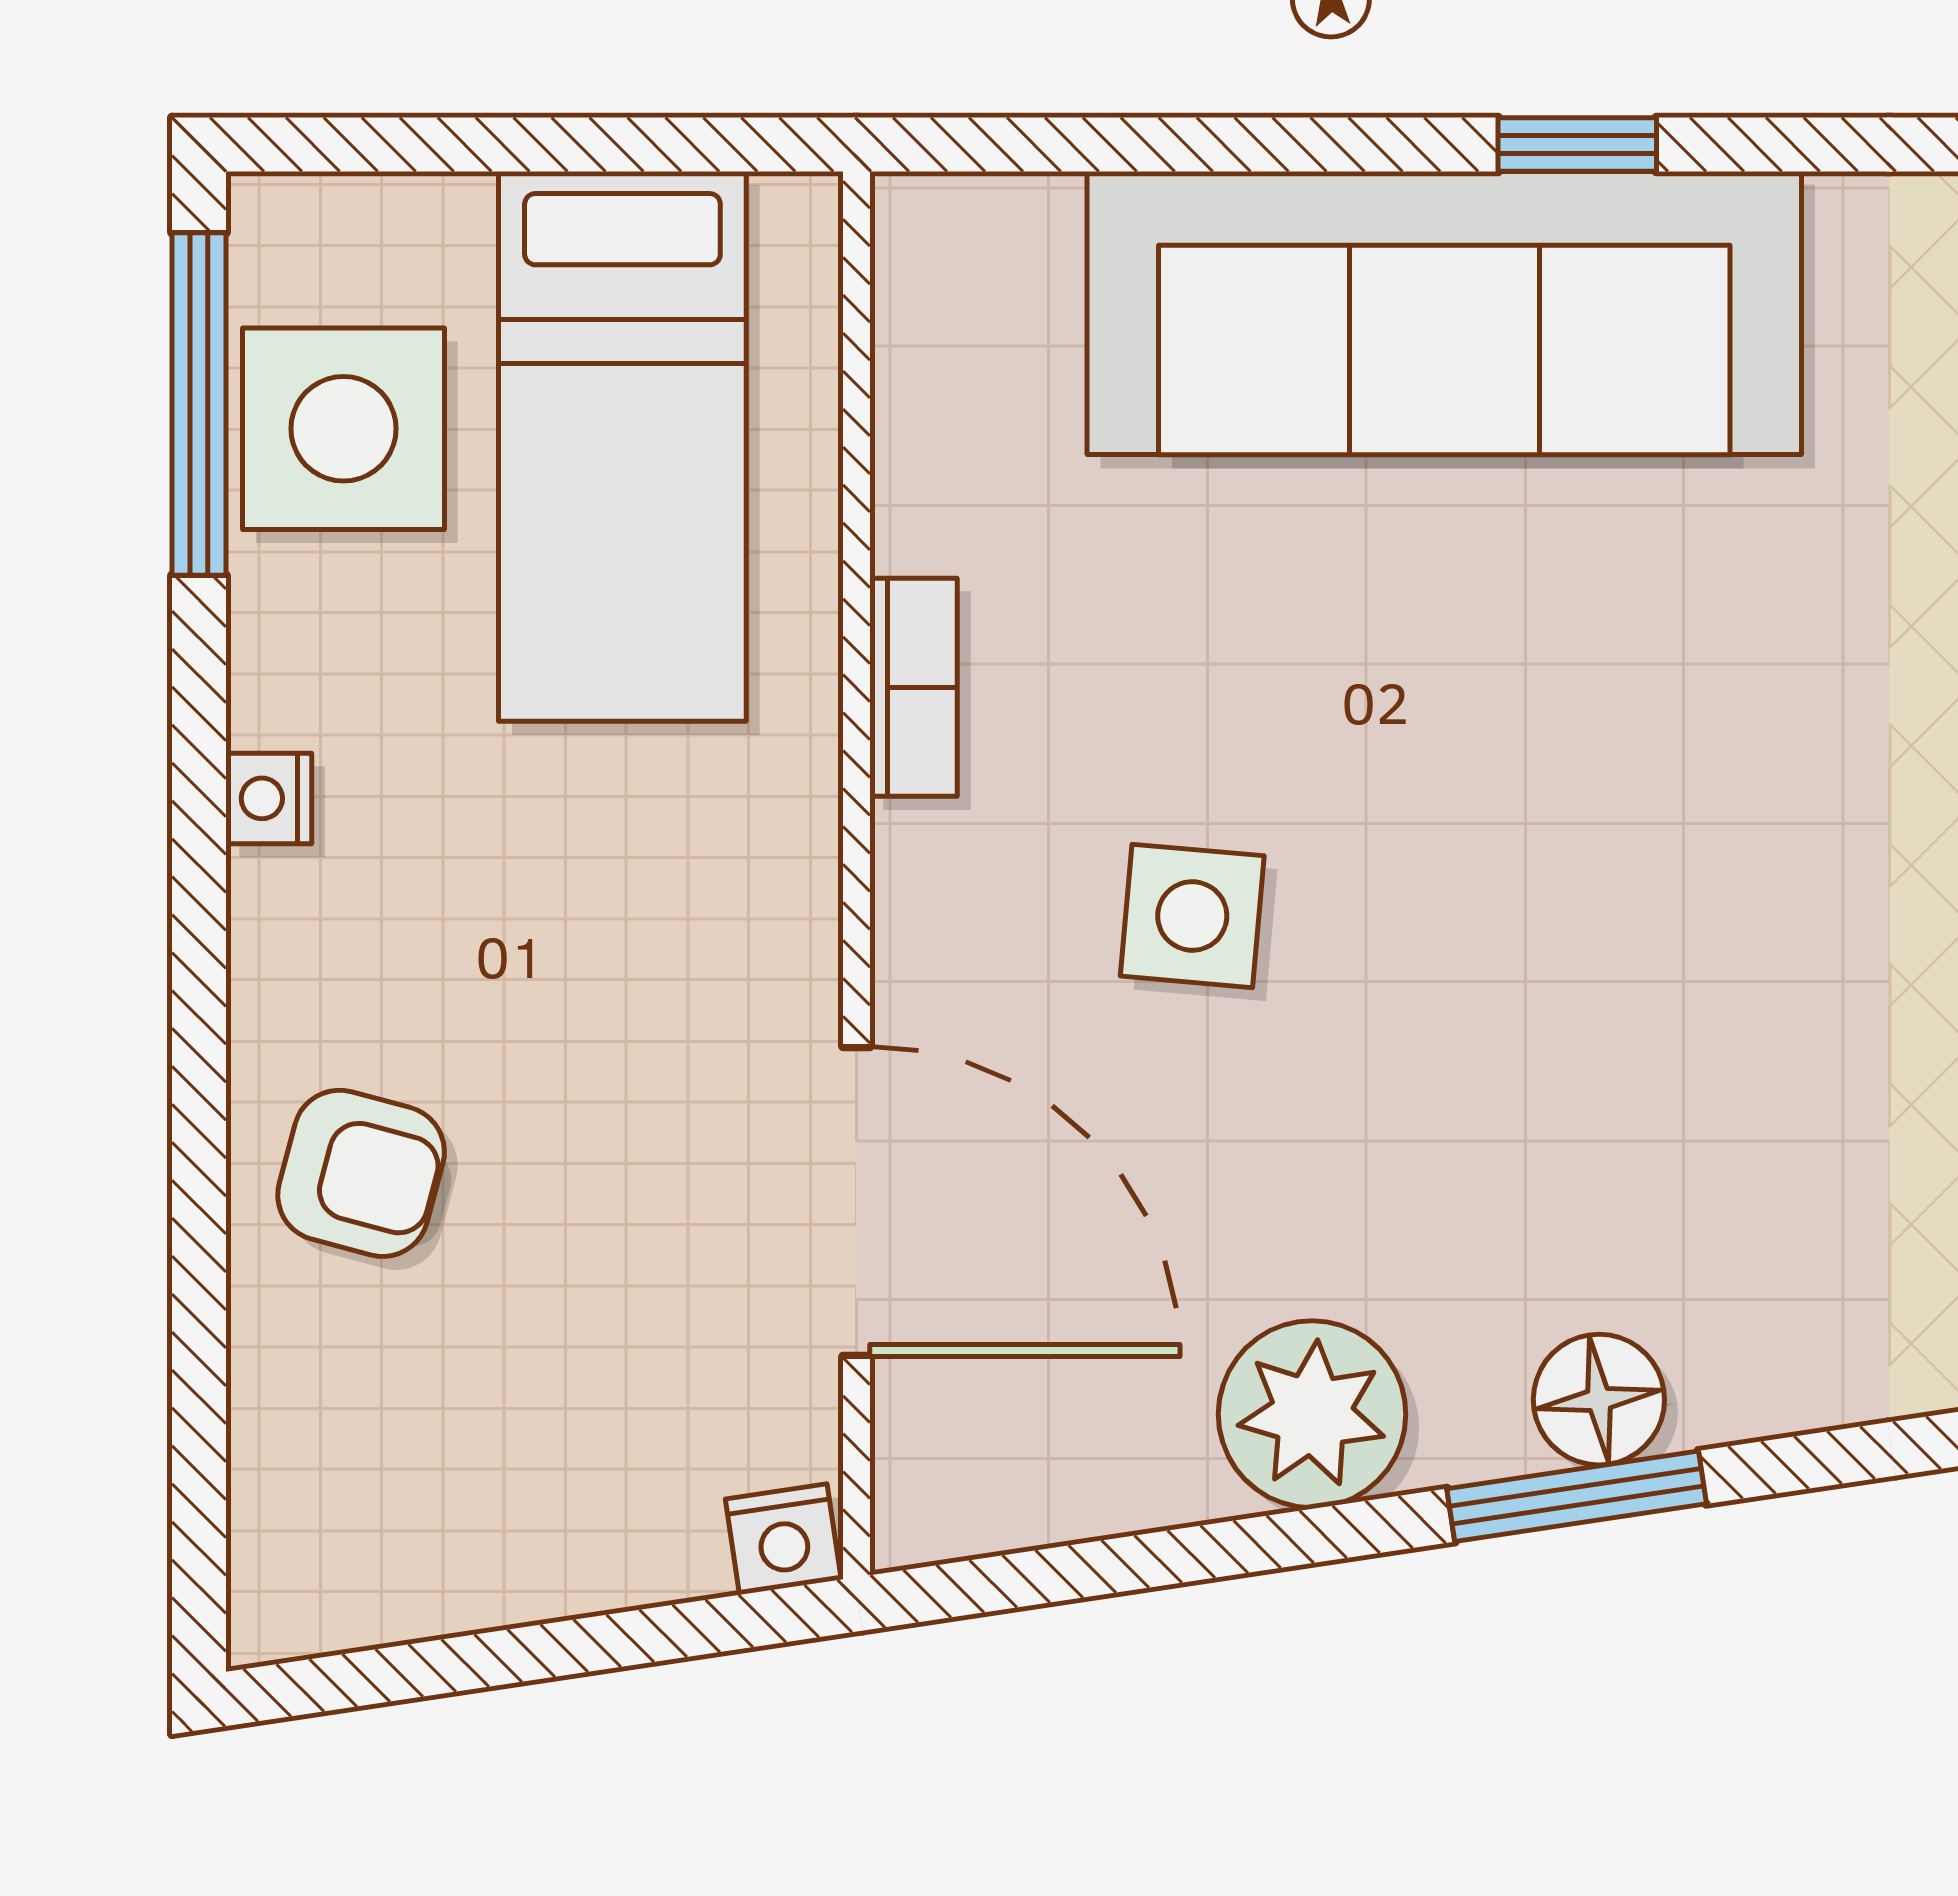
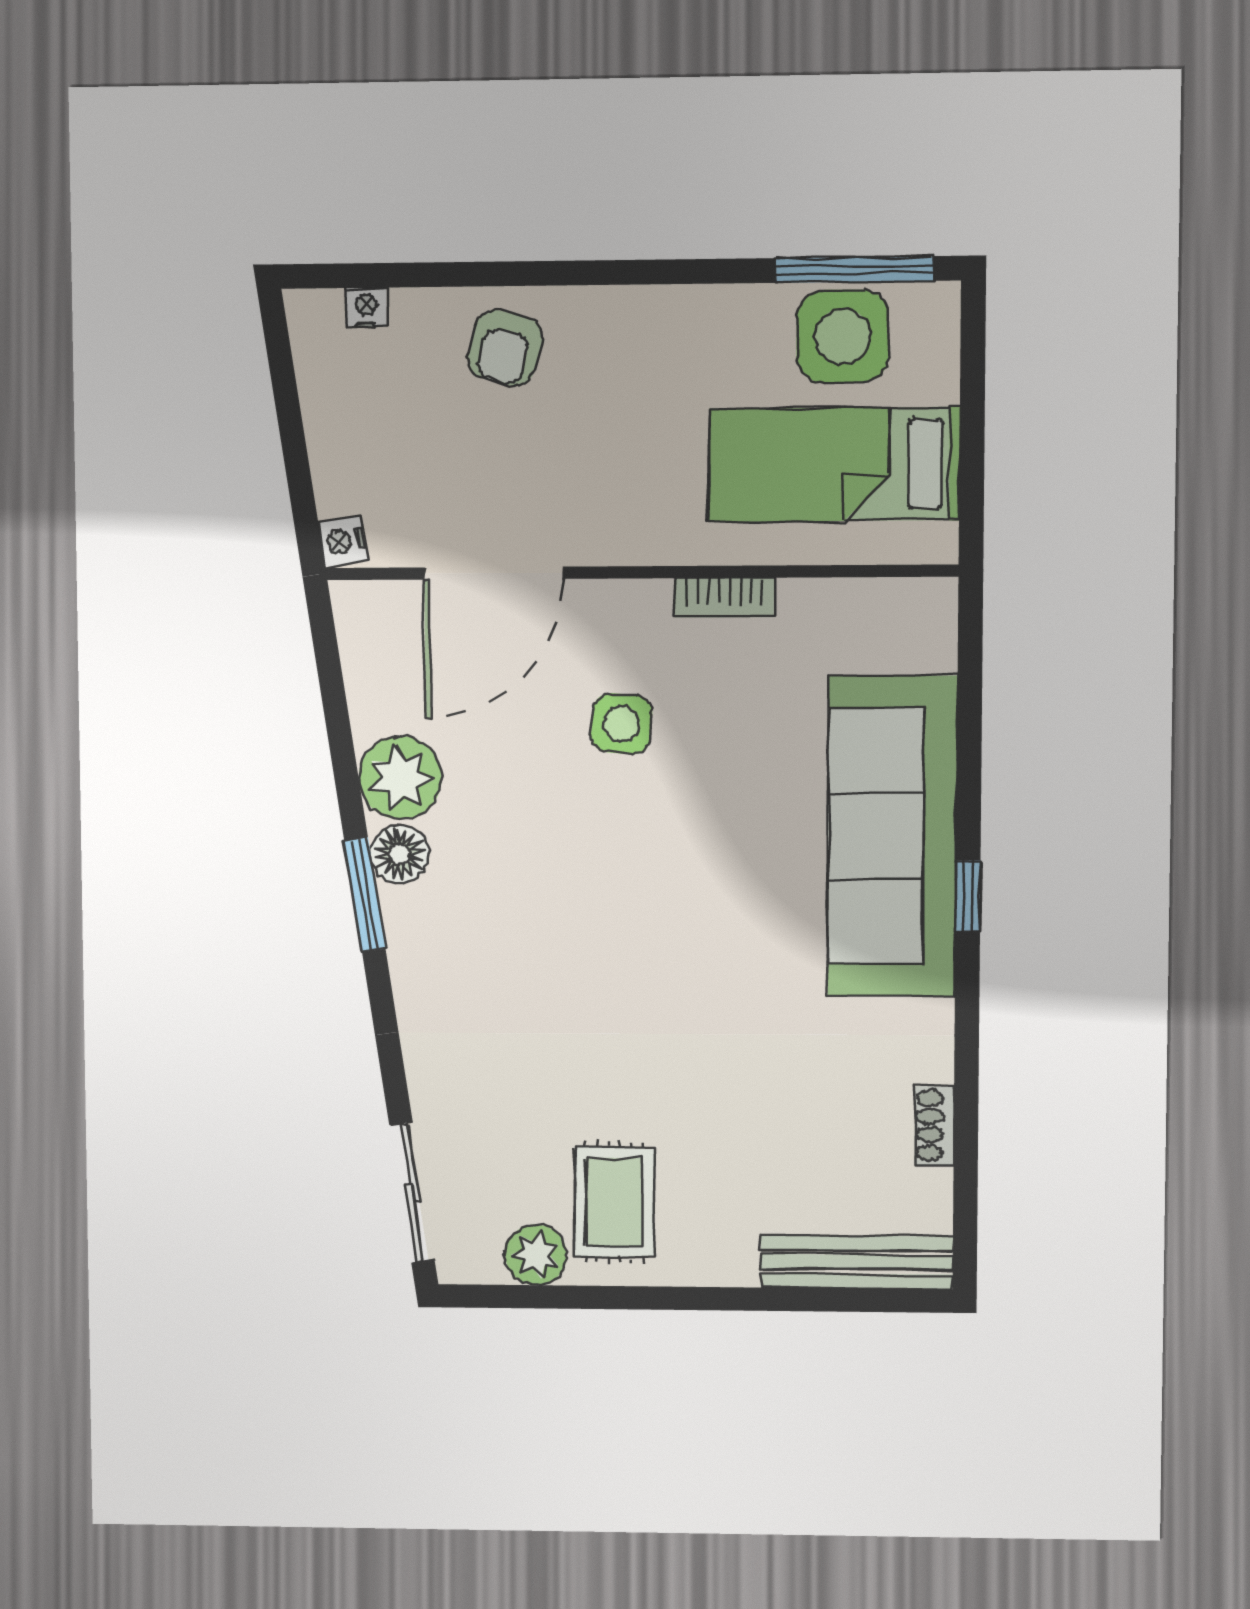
nightstand: (269, 798) -> (366, 307), moved
floor lamp: (1599, 1400) -> (400, 854), moved

